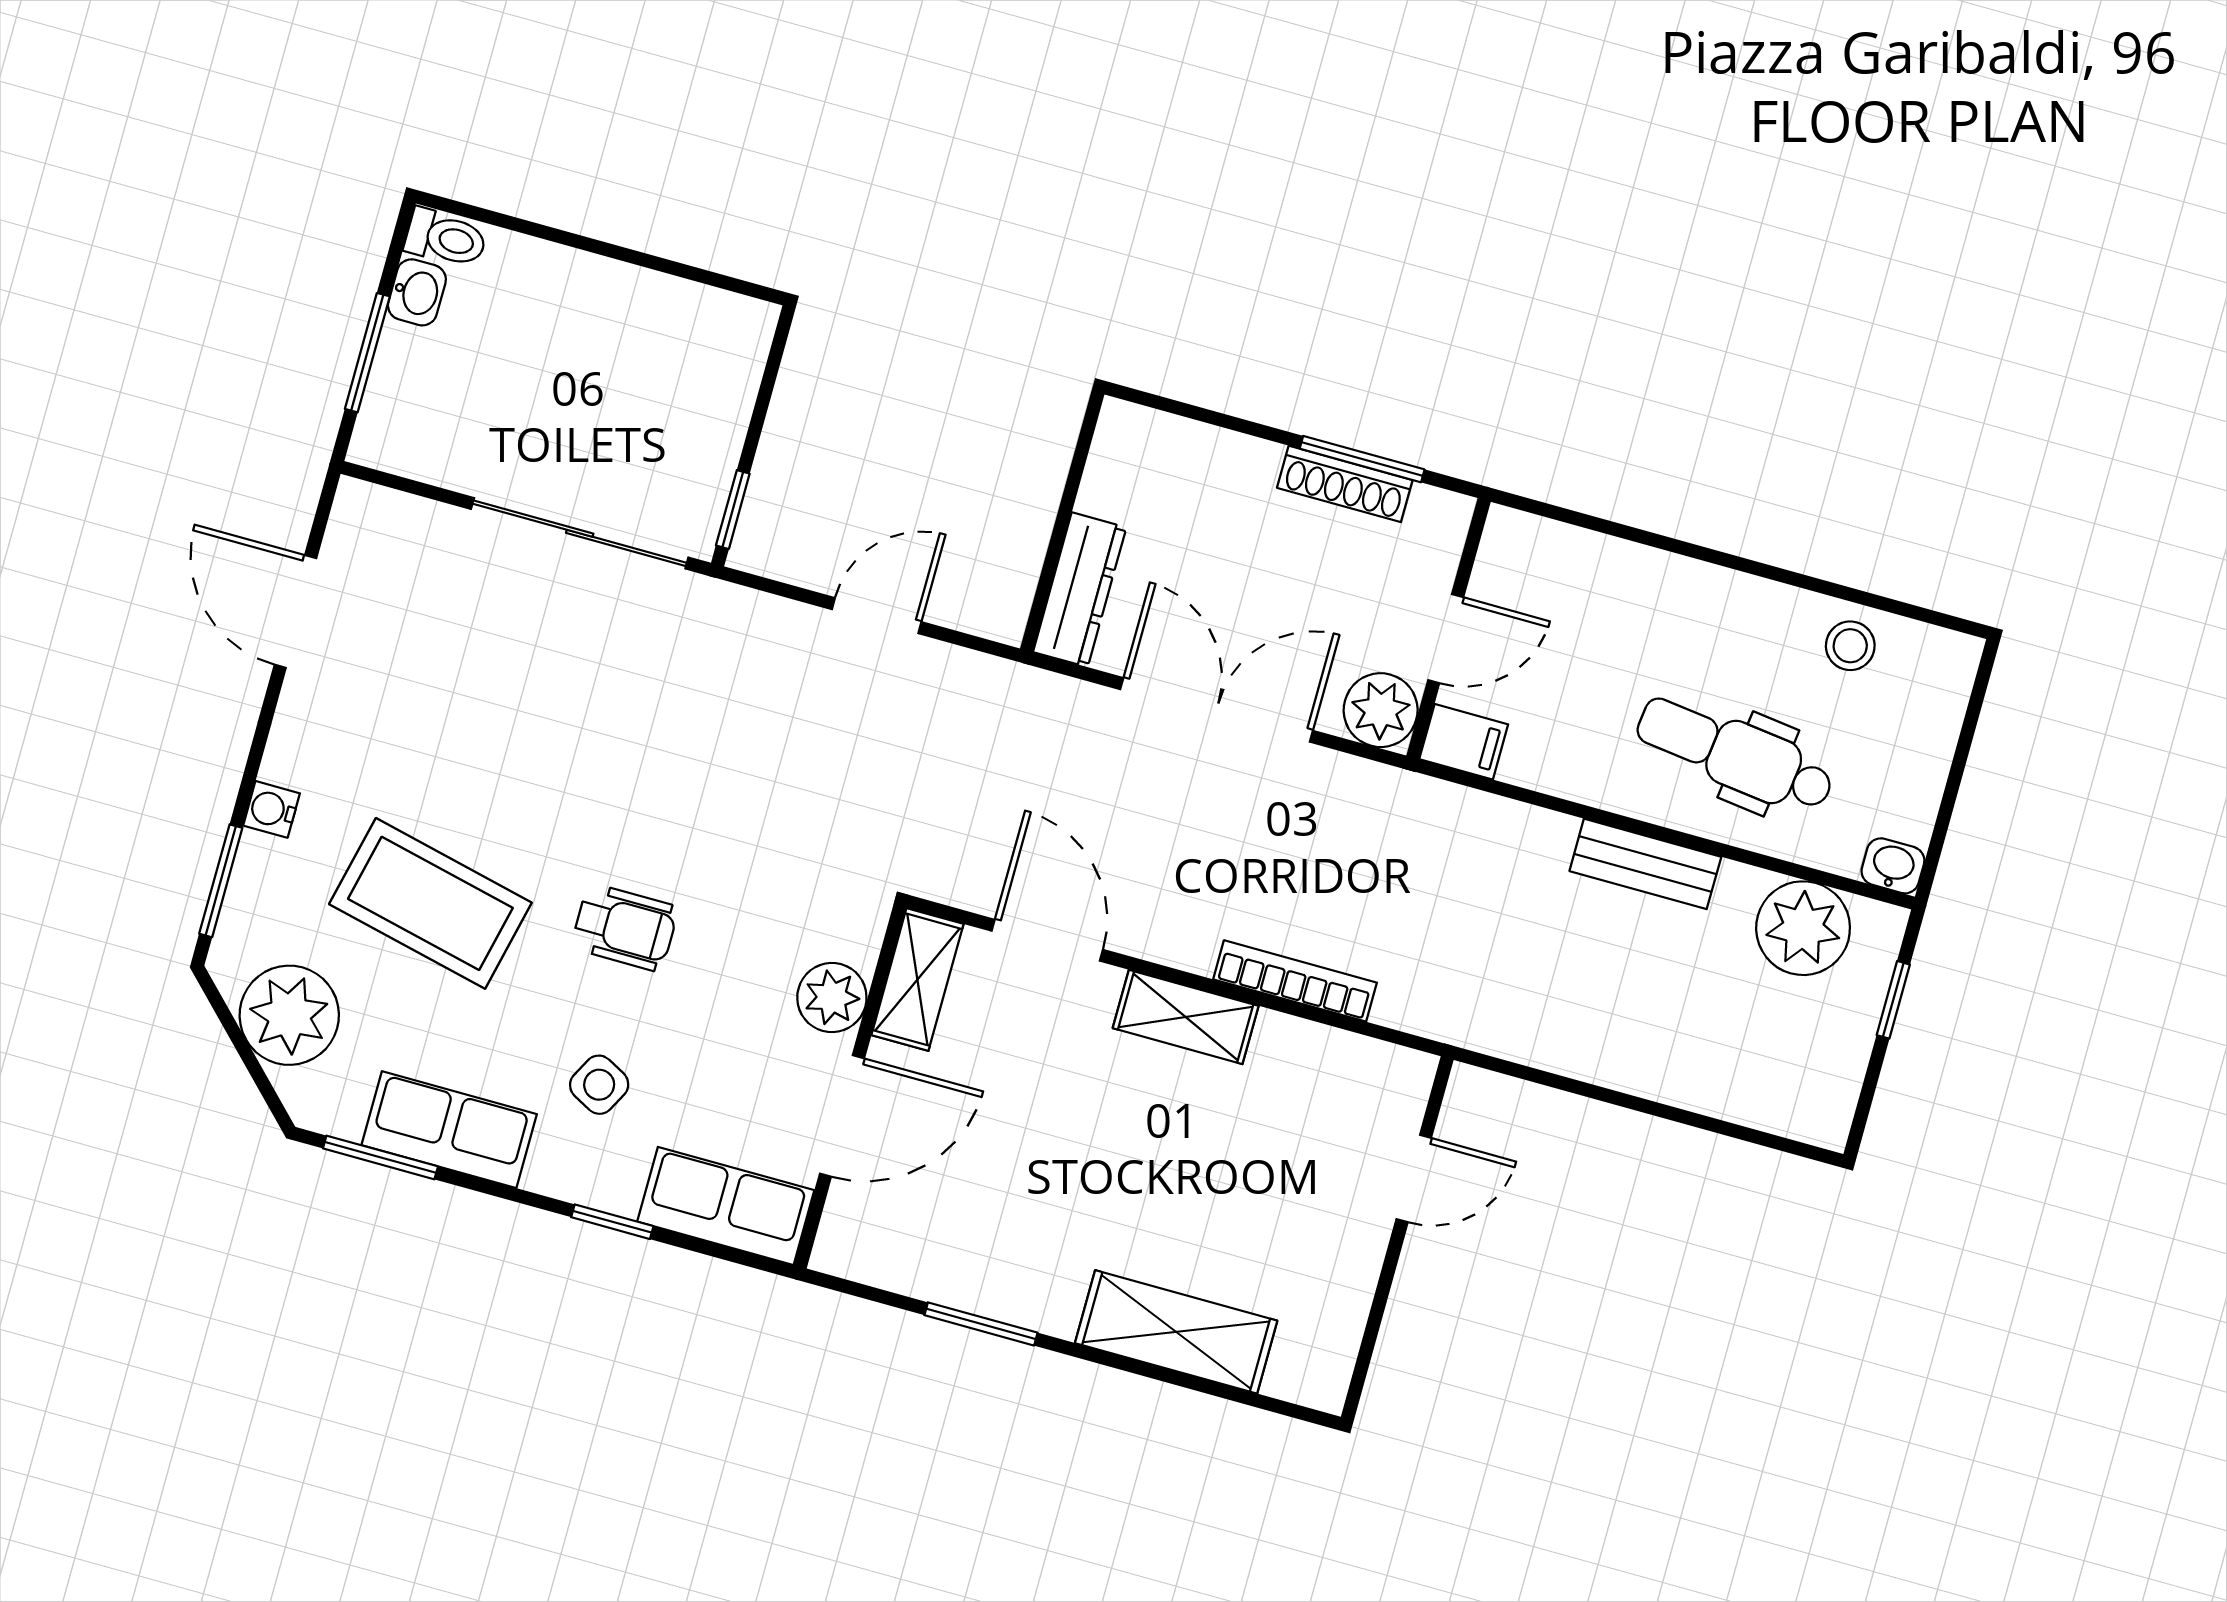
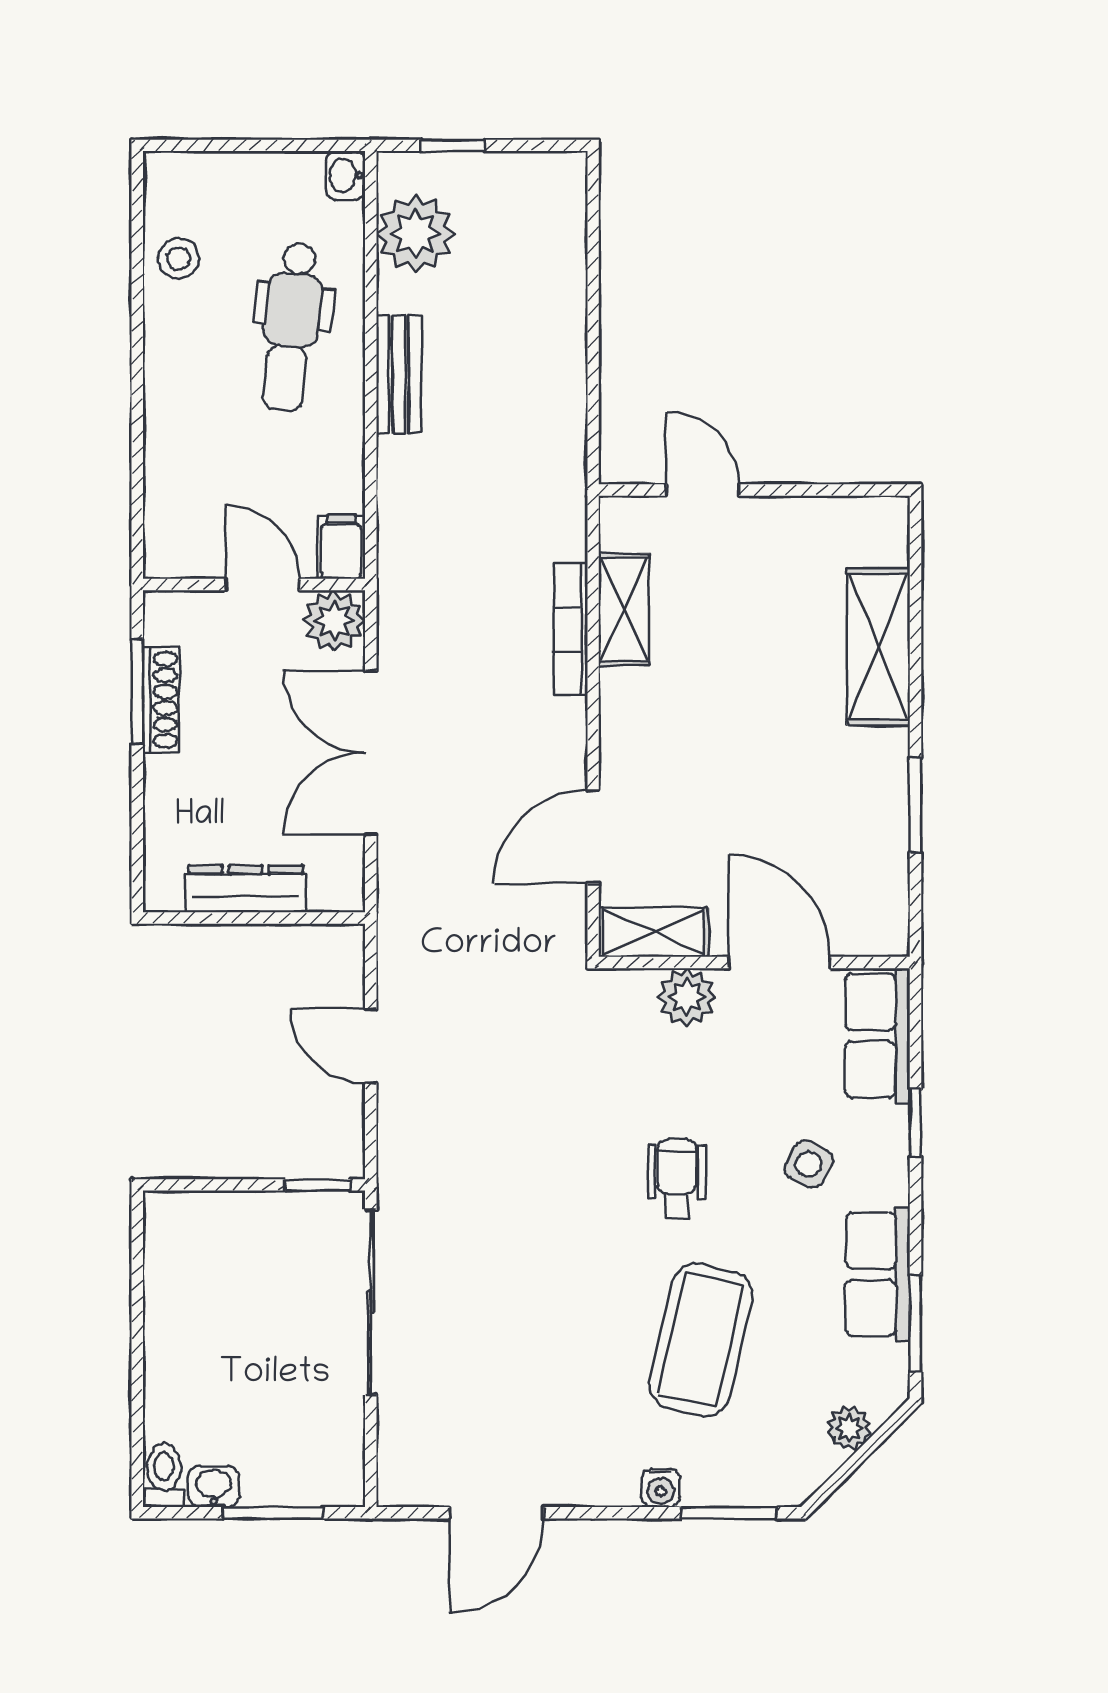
dresser: (1080, 590) -> (245, 889), moved
plant: (289, 1015) -> (849, 1428), width x0.53, depth x0.53
shelving: (1186, 1017) -> (624, 609), moved

